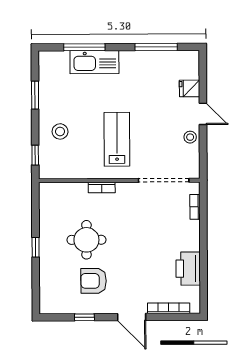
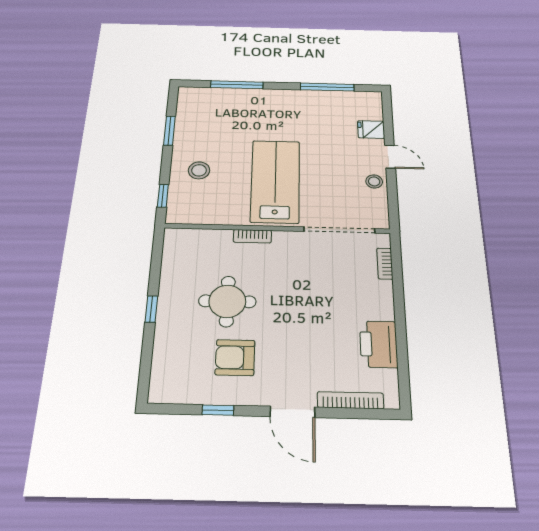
kitchen sink: (94, 62) -> (249, 100), removed
lab bench: (117, 139) -> (275, 181), width x1.36, depth x1.39

